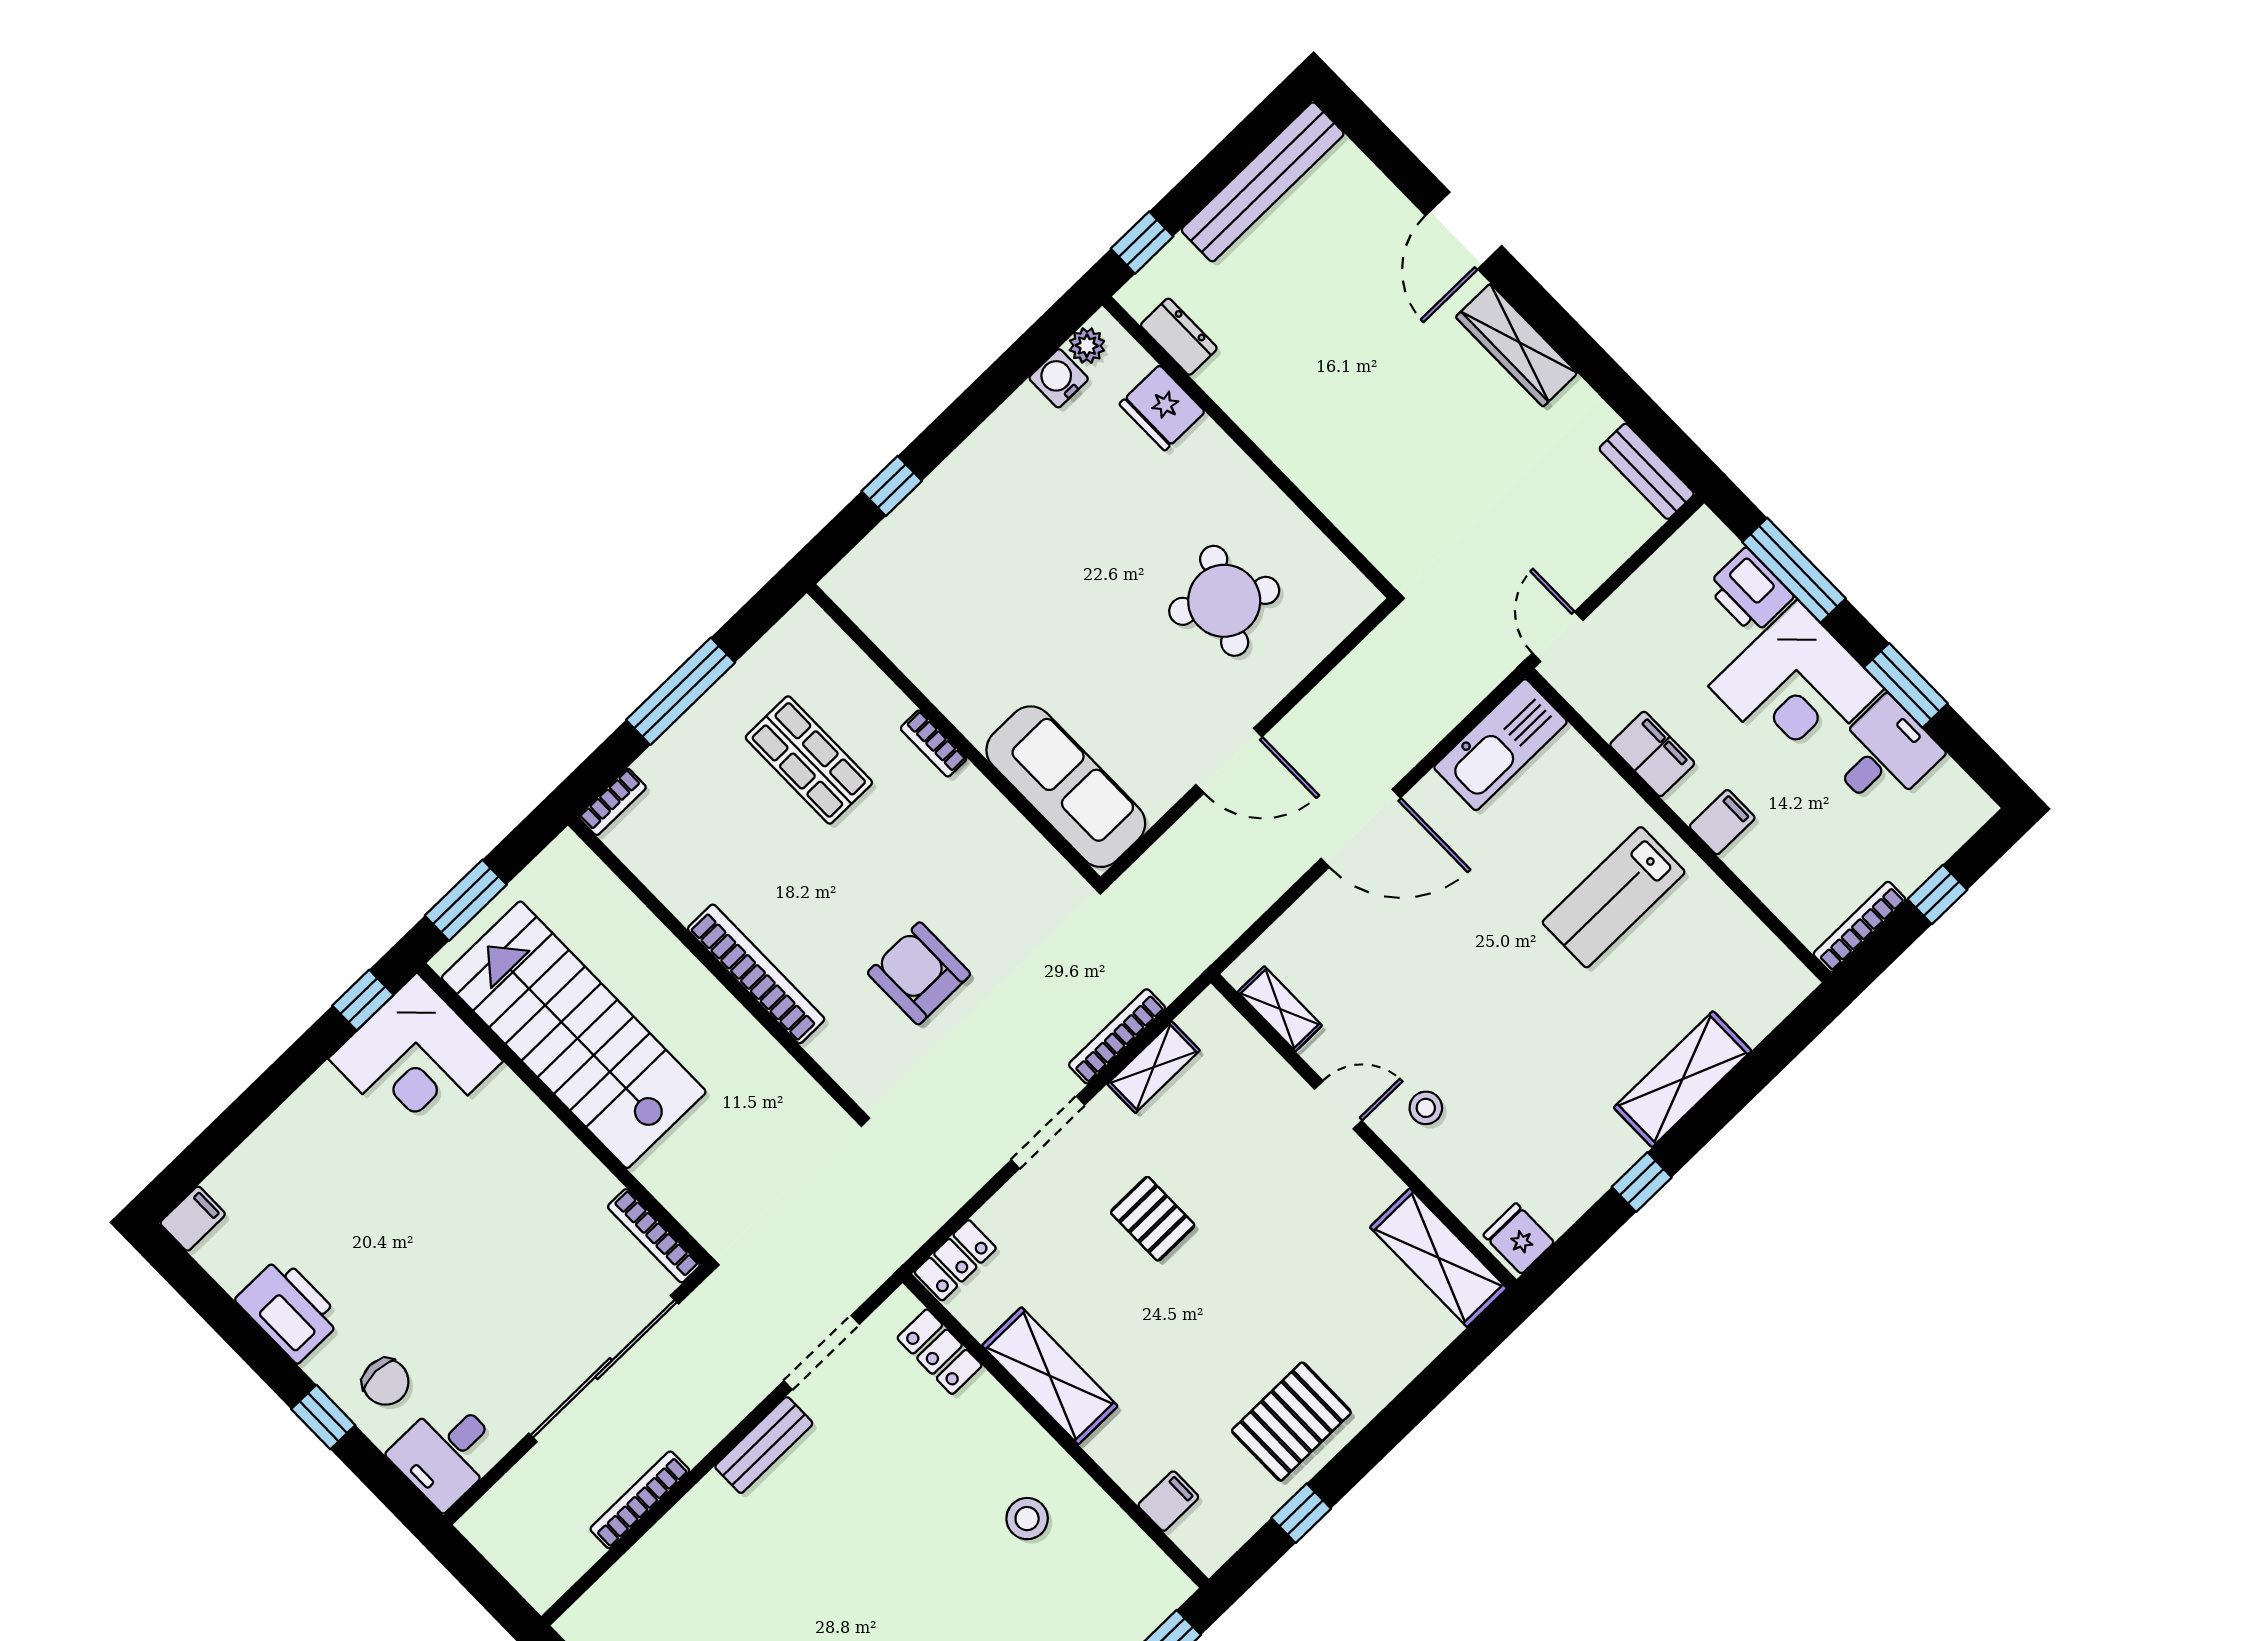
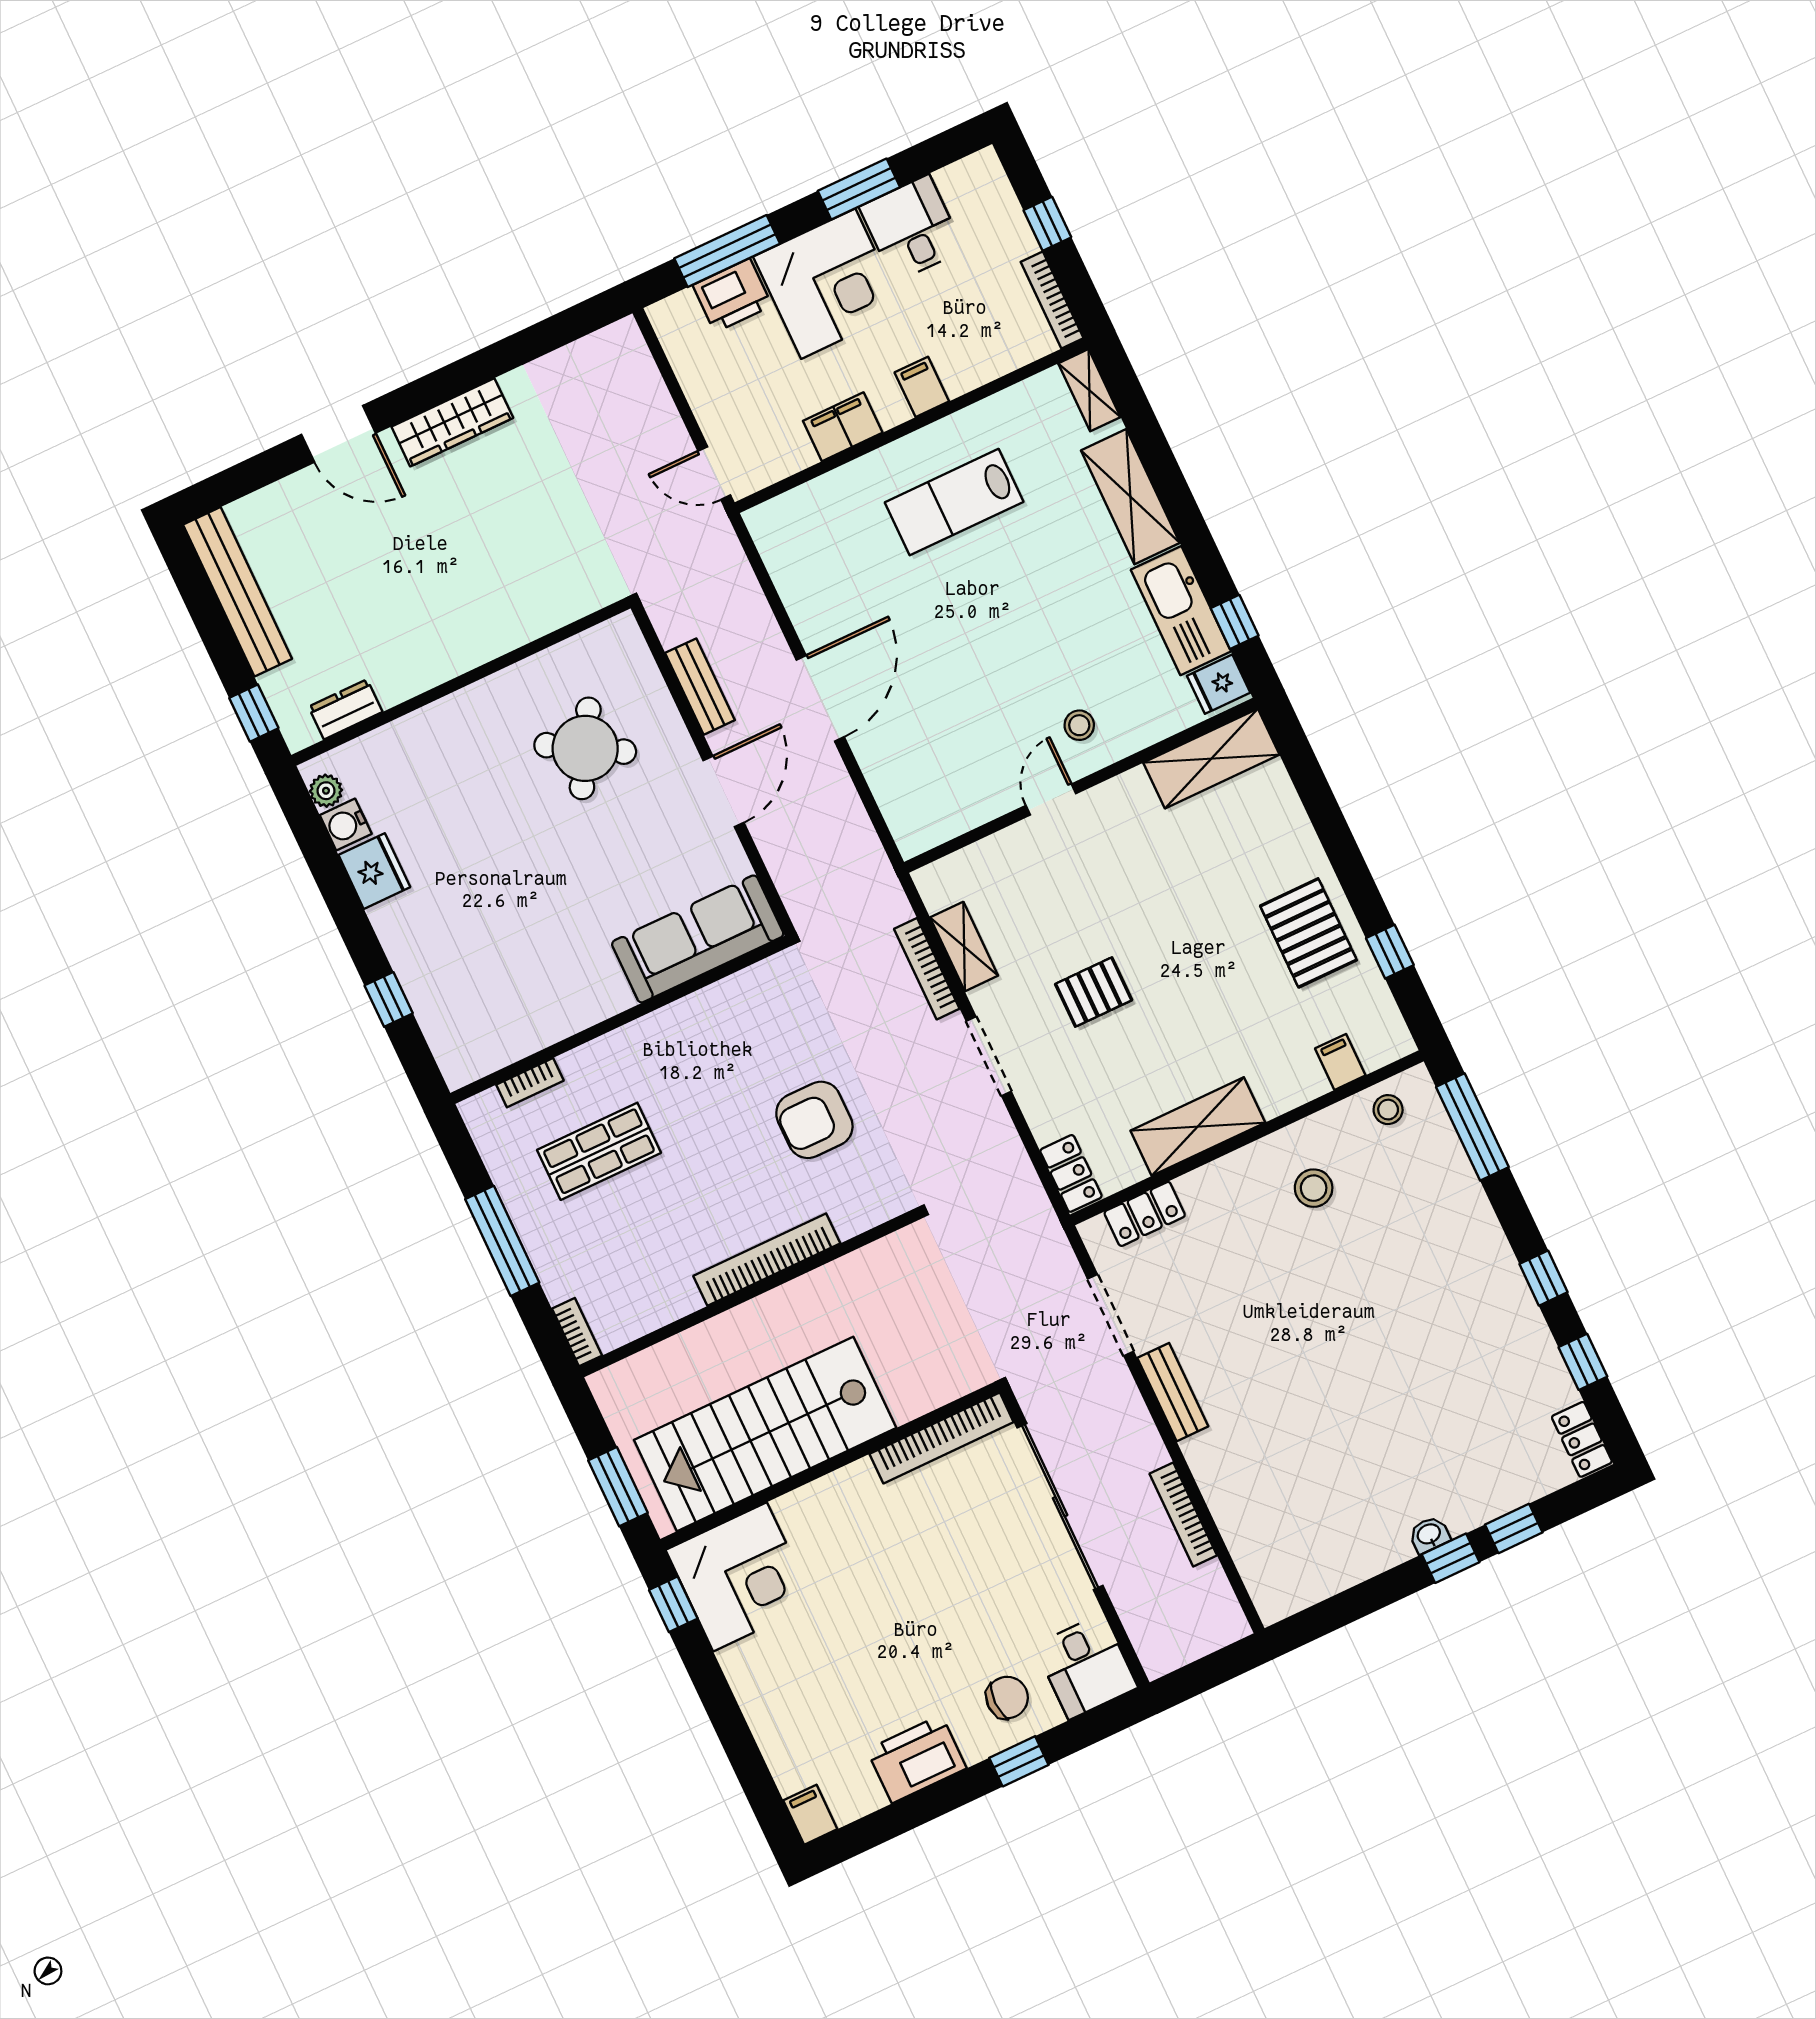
fridge: (1162, 408) -> (374, 871), moved, turned -90
bench: (1647, 471) -> (700, 687), moved, turned 90
bookcase: (934, 743) -> (530, 1083), moved
kitchen sink: (1500, 745) -> (1181, 611), moved, turned 180
lab bench: (1614, 897) -> (954, 502), turned 90
shelving: (1280, 1009) -> (1089, 390), moved, turned 90
window: (1642, 1182) -> (1235, 622), moved
bookcase: (654, 1236) -> (942, 1438), width x1.48, depth x1.31
stool: (1136, 1568) -> (1388, 1110), added

